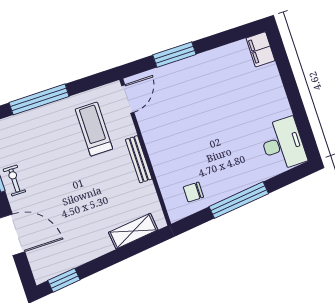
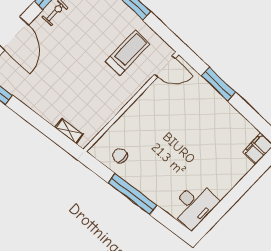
bench: (139, 159) -> (123, 100), removed
shelving: (133, 231) -> (69, 131), width x0.67, depth x0.75

